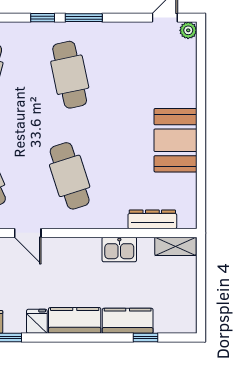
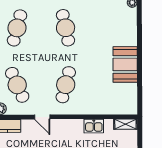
cafe table: (70, 176) -> (66, 85), turned 33
dresser: (152, 219) -> (112, 109), removed

